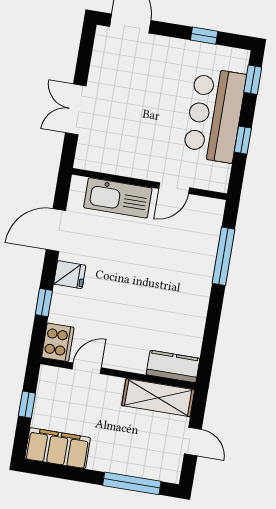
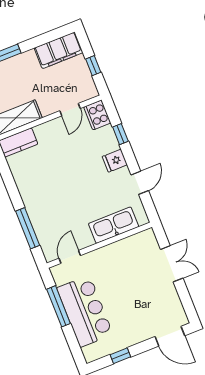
window: (253, 80) -> (75, 347), removed
window: (243, 140) -> (59, 306), width x2.17
door: (174, 188) -> (70, 257), moved
door: (56, 230) -> (140, 183), width x0.73

